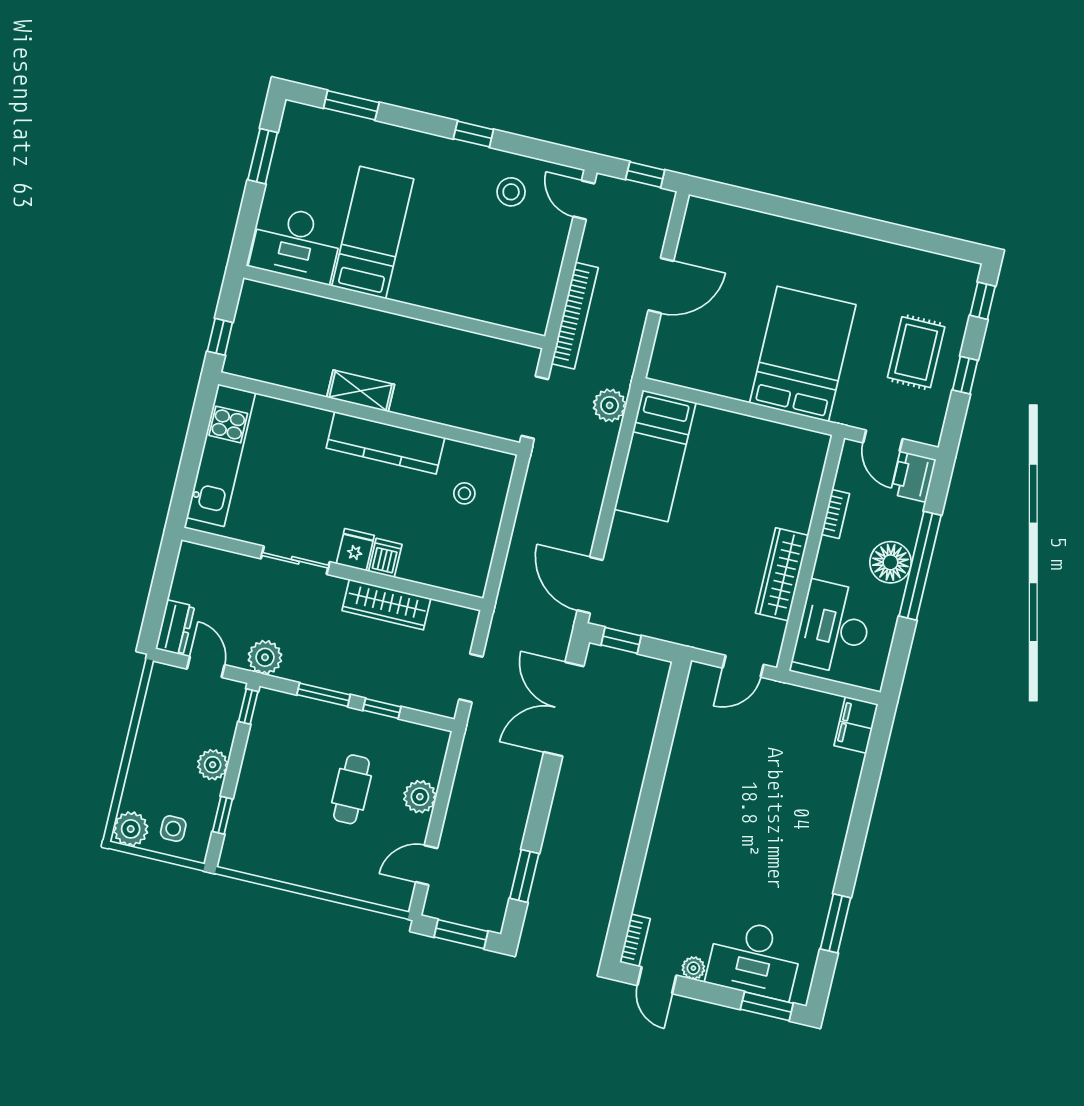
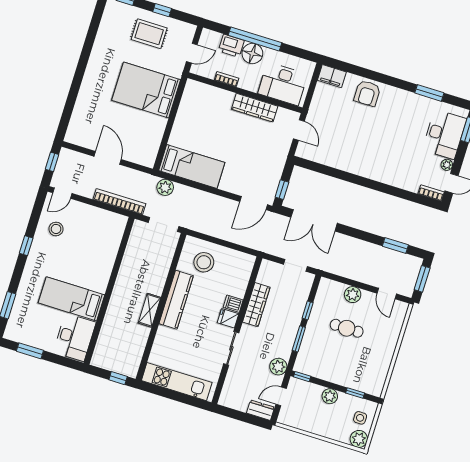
printer: (913, 477) -> (231, 46), moved
stool: (464, 493) -> (204, 262), width x1.89, depth x1.89
armchair: (826, 798) -> (367, 93), added

